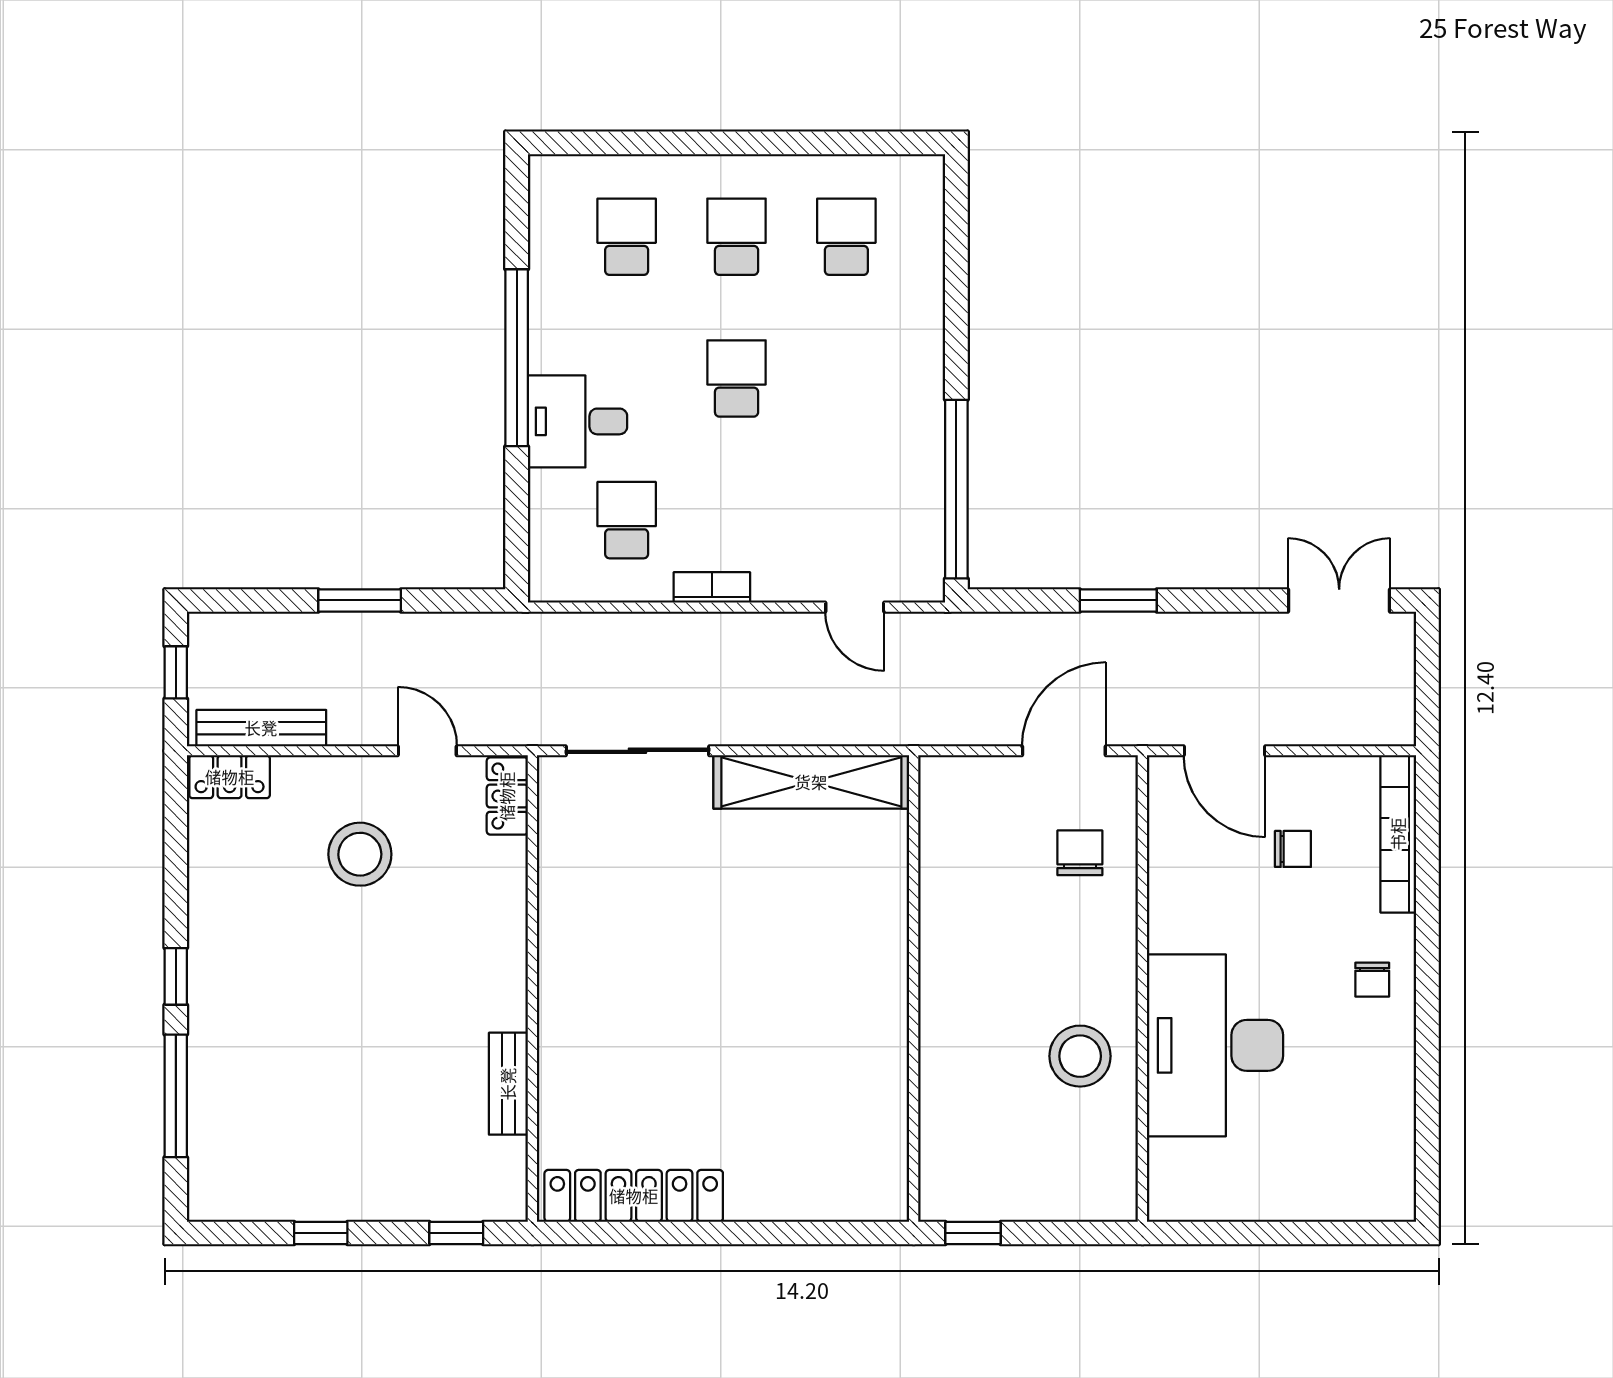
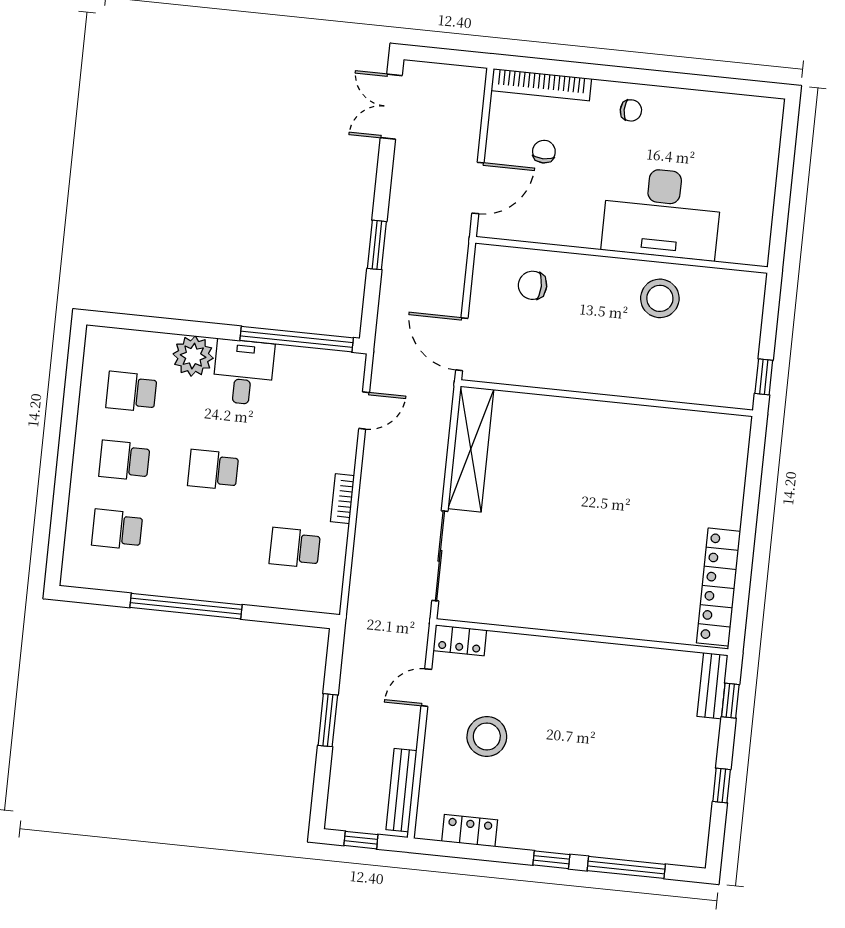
plant: (913, 328) -> (193, 356), added
desk: (578, 421) -> (243, 372), moved, turned 180
door: (1064, 751) -> (462, 344), moved
locker: (230, 777) -> (470, 831), moved, turned -90
bench: (508, 1084) -> (712, 686), moved, turned 90

